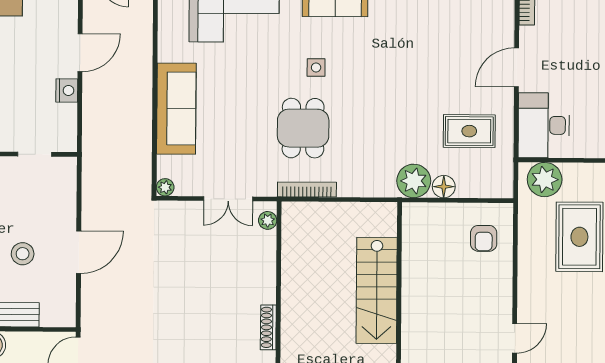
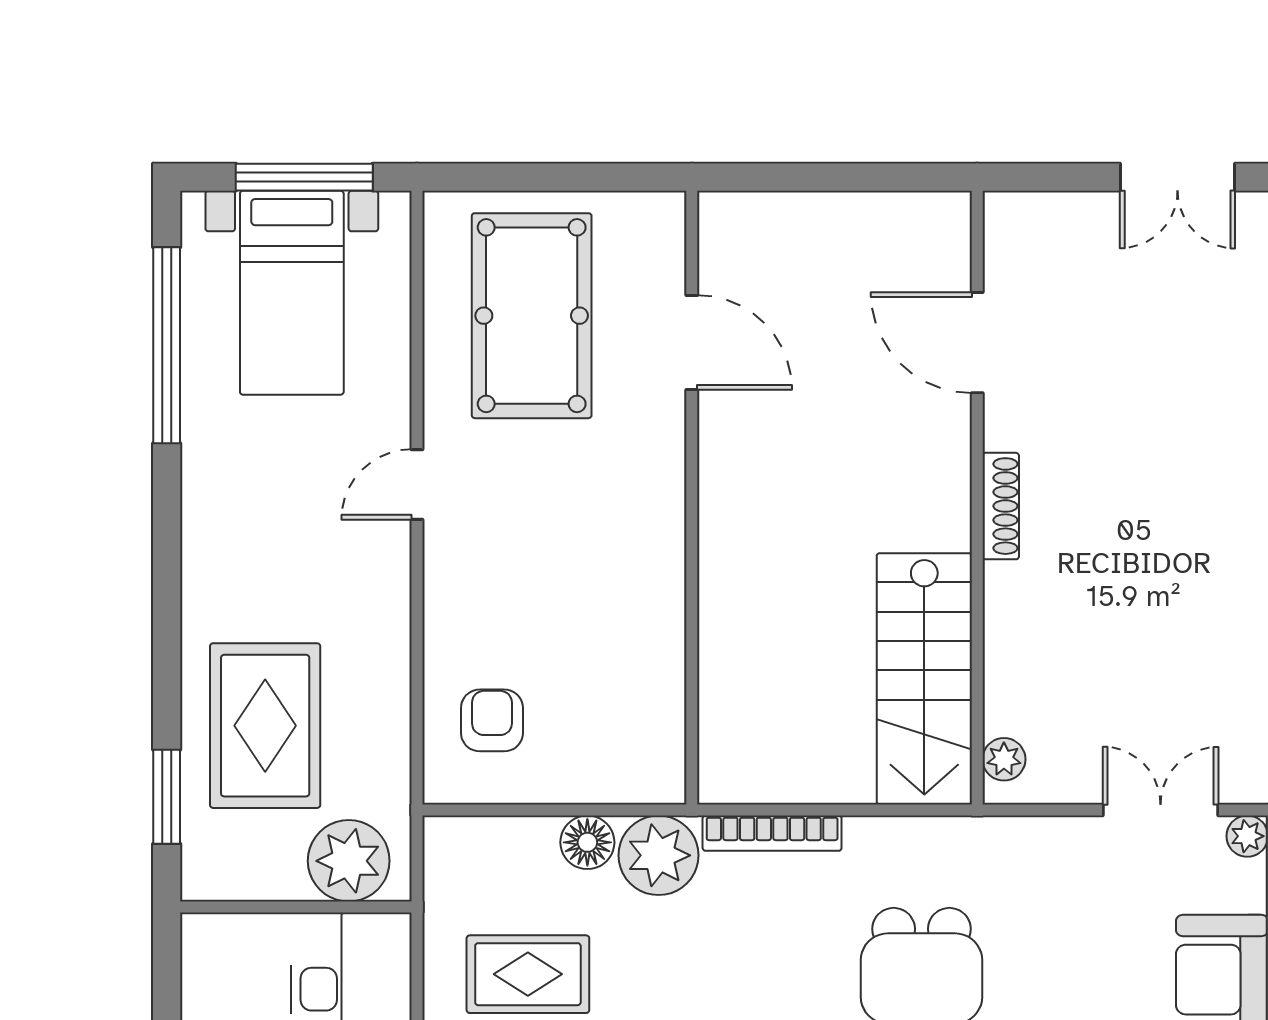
bookcase: (307, 190) -> (772, 833), moved
double door: (228, 199) -> (1161, 810), moved
stairs: (377, 290) -> (924, 679), moved, turned 180

